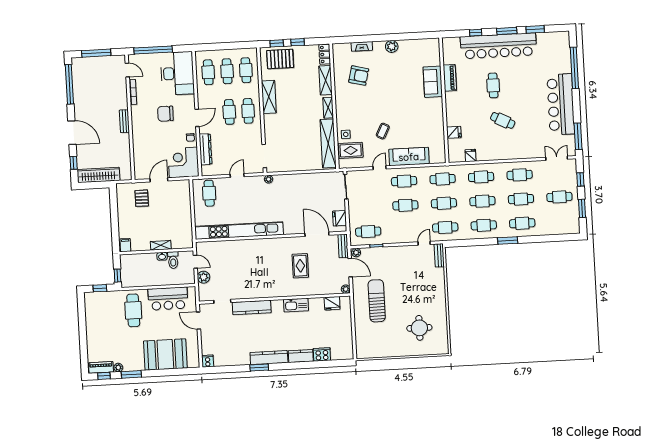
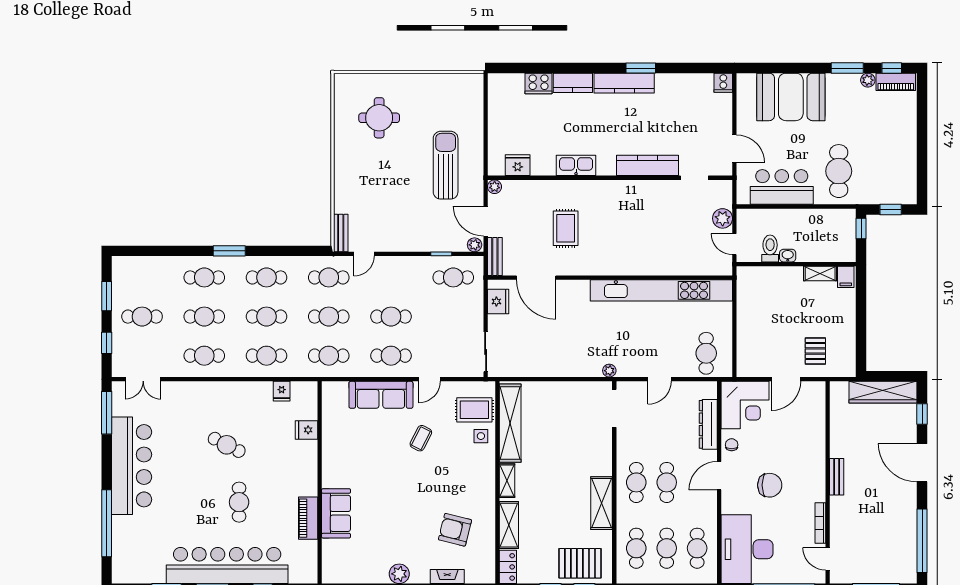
shelving: (161, 245) -> (820, 273), moved
sun lounger: (377, 301) -> (446, 165), turned 180

